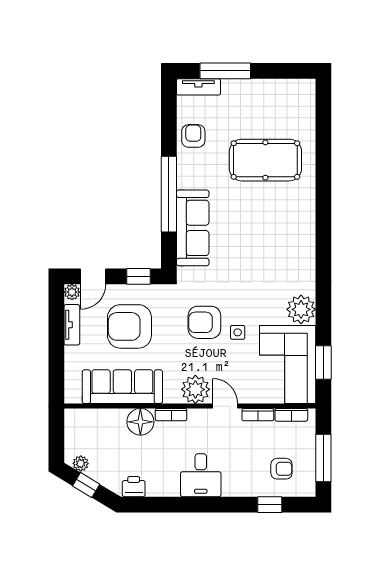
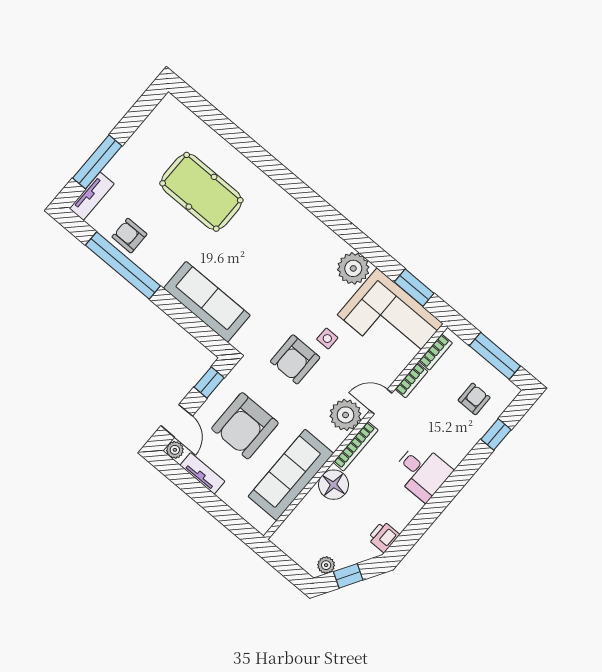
pool table: (265, 160) -> (201, 192), turned 90
window: (169, 194) -> (123, 266), moved
bookcase: (171, 415) -> (356, 446), width x1.56

